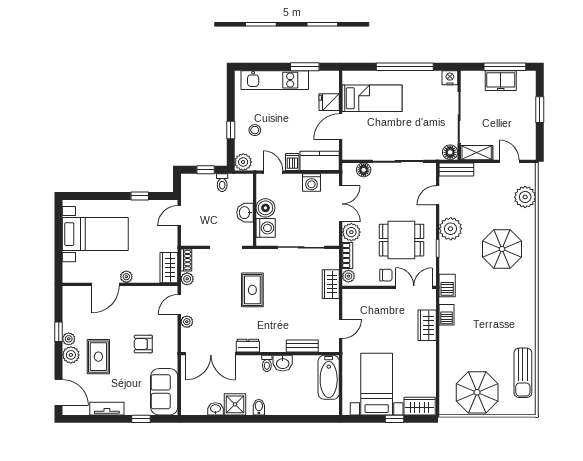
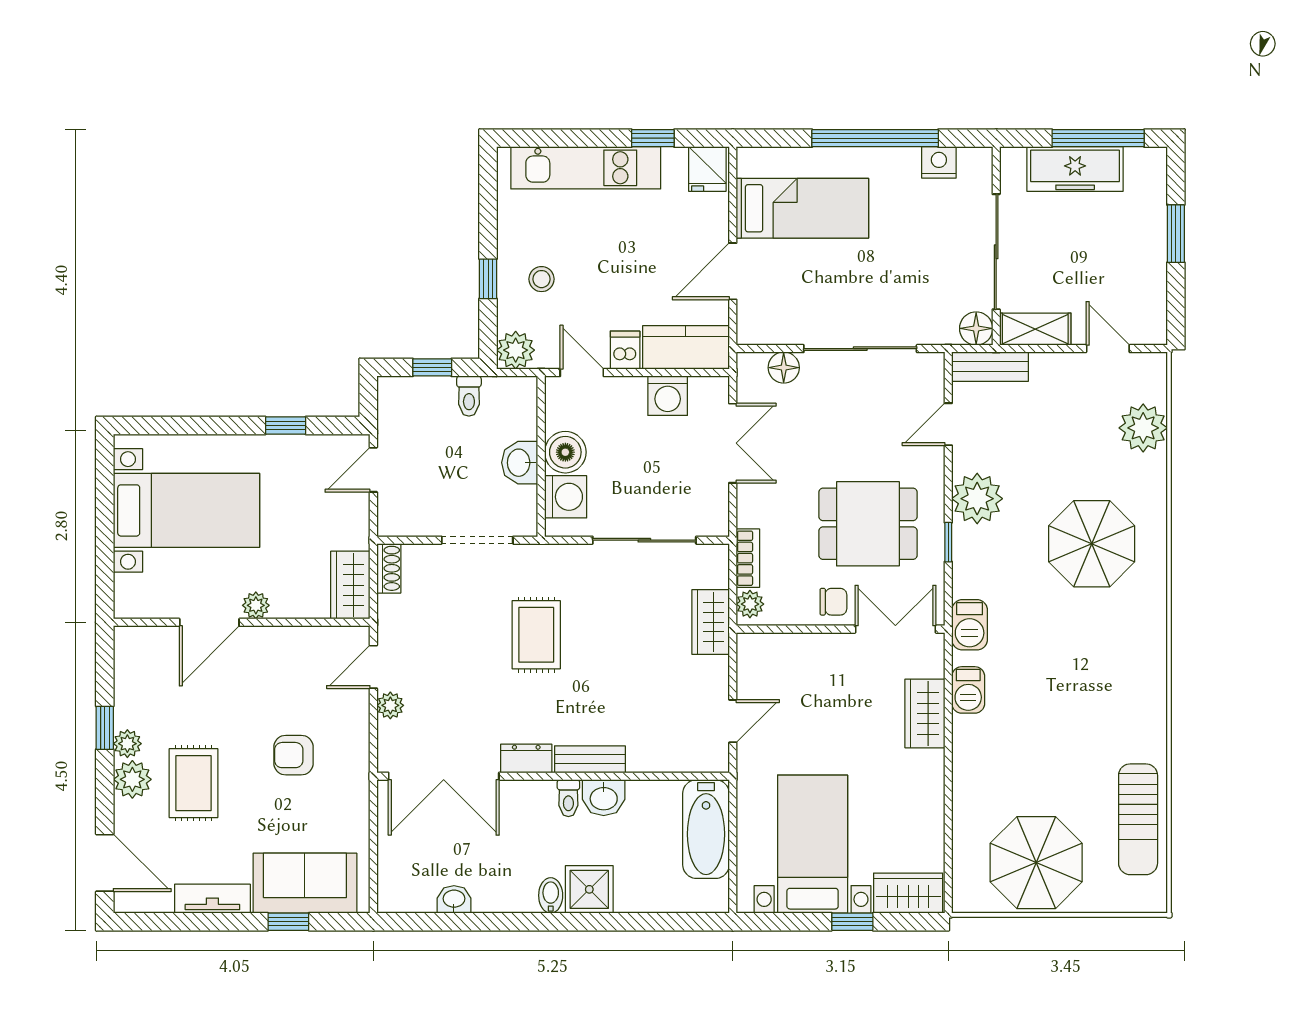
window: (305, 67) -> (653, 138), width x0.67
nightstand: (450, 78) -> (939, 162), moved
freezer: (501, 81) -> (1075, 169), width x1.40
fridge: (329, 102) -> (707, 169), moved, turned -90
plant: (351, 232) -> (756, 506), removed
plant: (187, 279) -> (391, 610), removed
bench: (302, 346) -> (590, 759), moved
sofa: (164, 392) -> (305, 883), moved, turned 90
shower: (235, 404) -> (589, 889), moved

